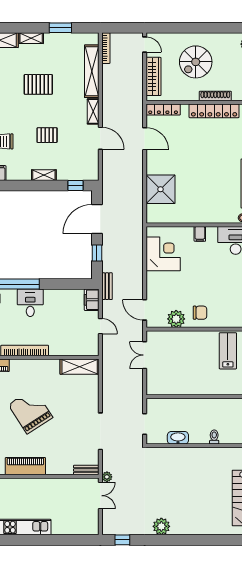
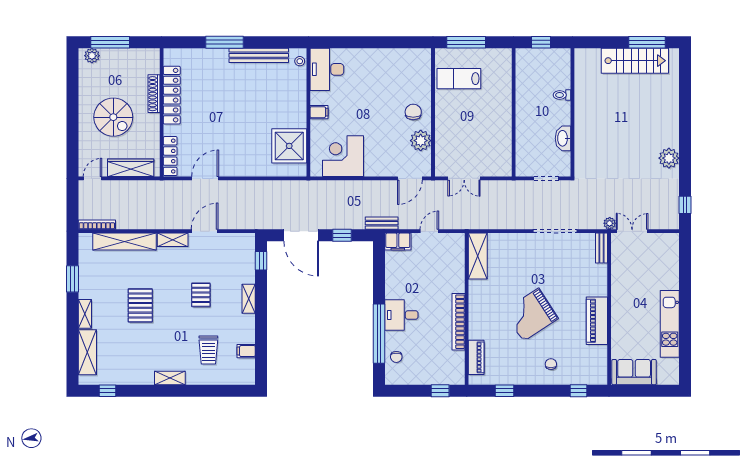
shower: (160, 189) -> (289, 146), moved

